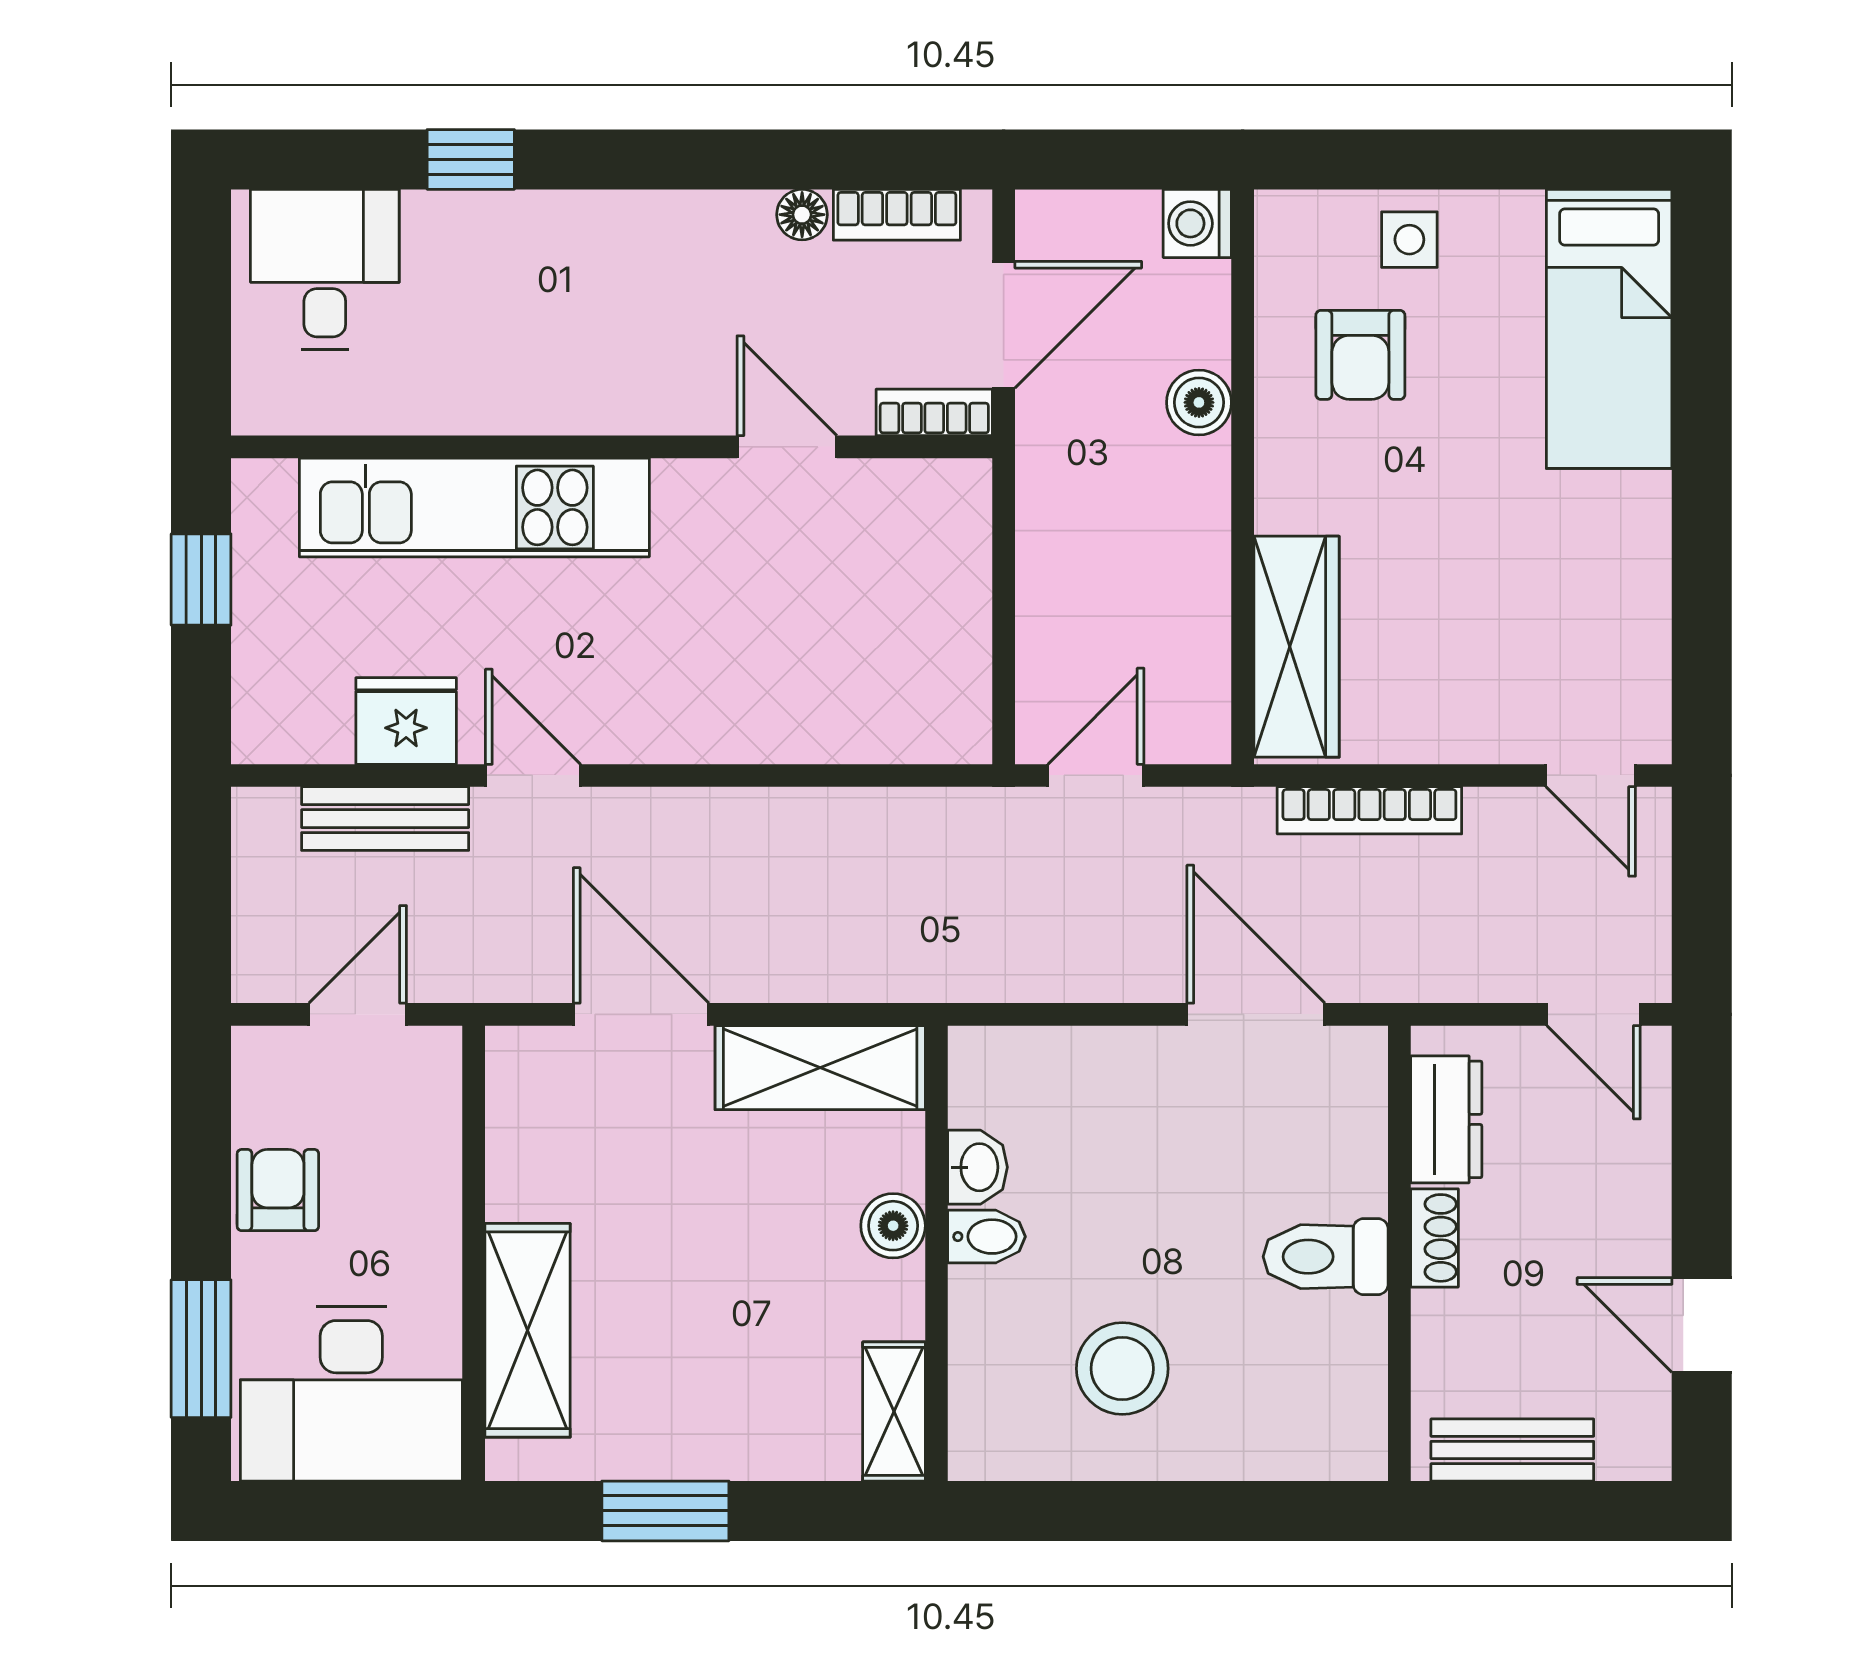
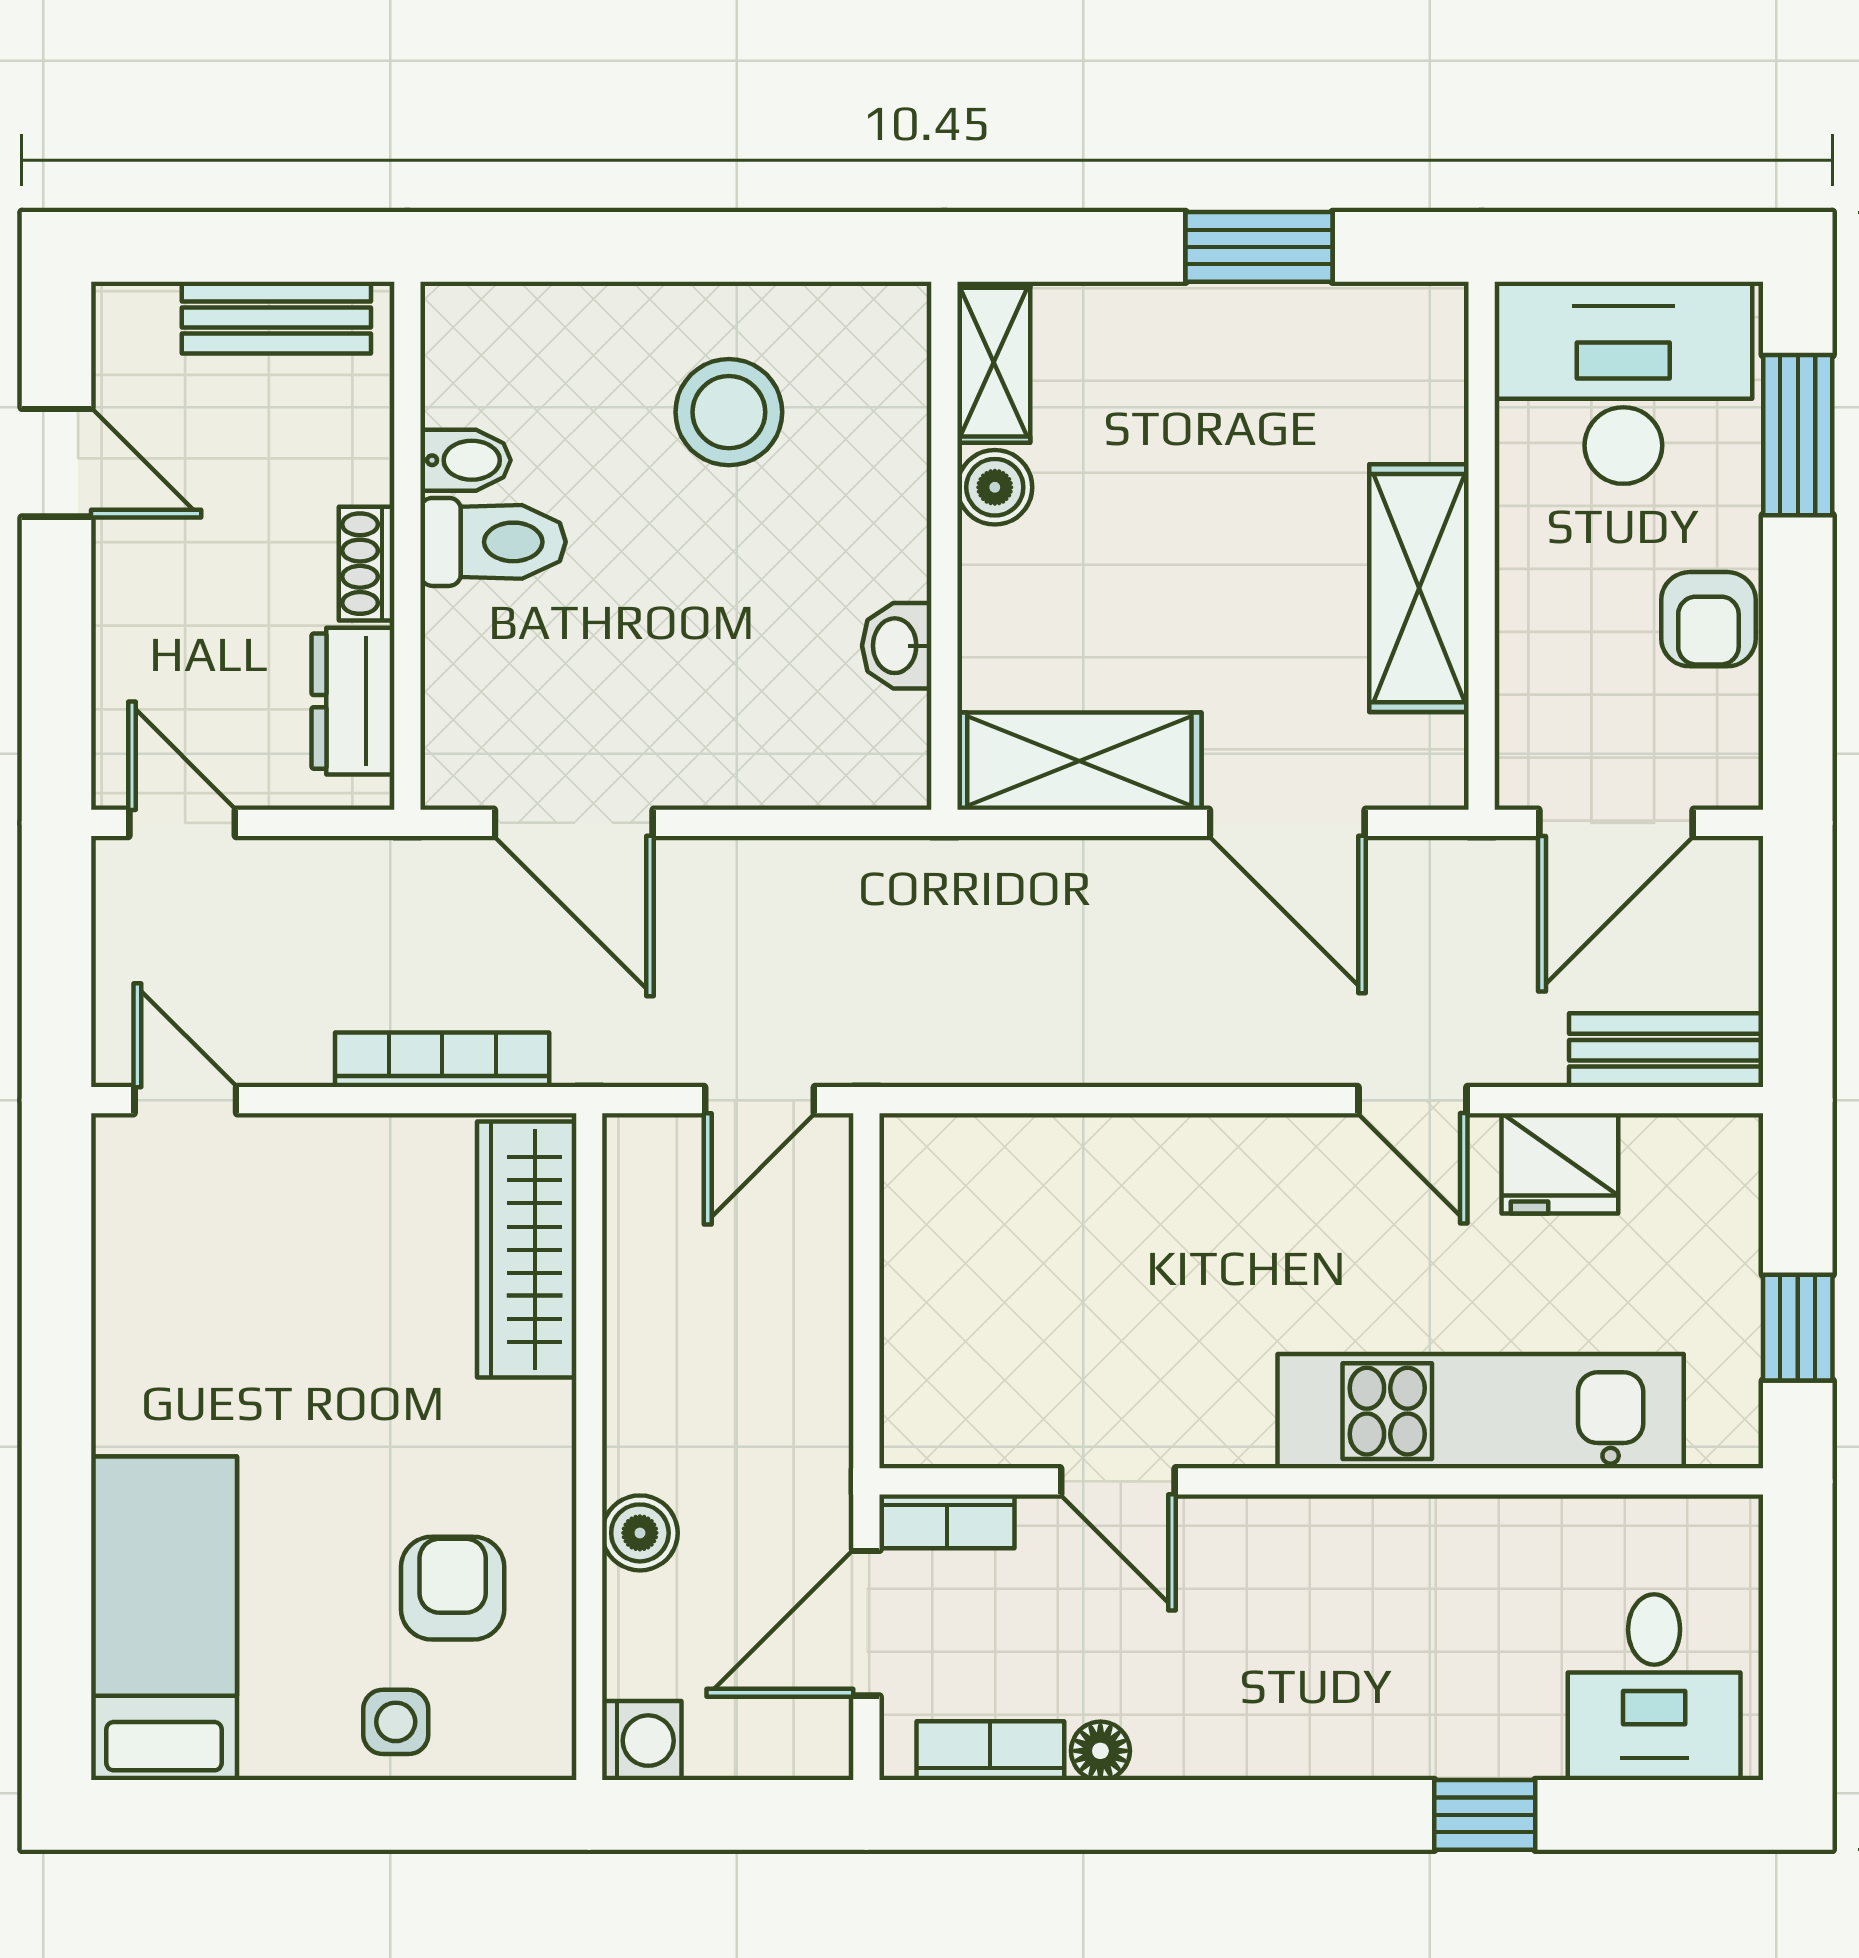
bench: (385, 819) -> (1666, 1050), moved
door: (358, 1014) -> (1616, 823), width x1.38
boiler: (893, 1226) -> (995, 487), moved
bidet: (987, 1237) -> (465, 460), moved, turned 180
shelving: (527, 1330) -> (1419, 588), moved

